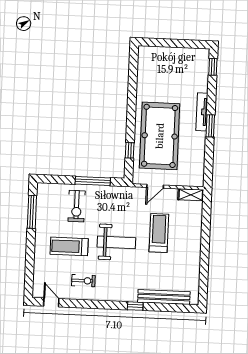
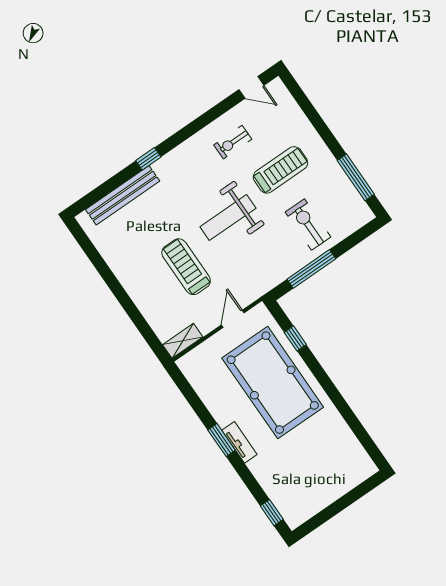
tv unit: (202, 112) -> (239, 442), width x0.71
treadmill: (159, 233) -> (186, 267), turned 180

